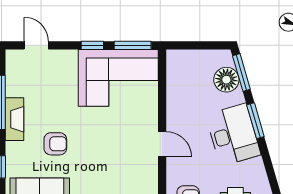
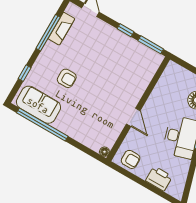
corner sofa: (118, 78) -> (130, 60), removed
fireplace: (14, 119) -> (61, 29), moved

